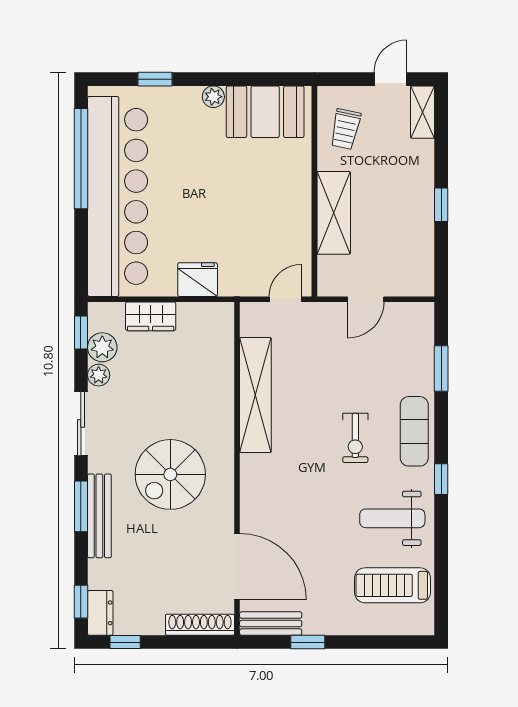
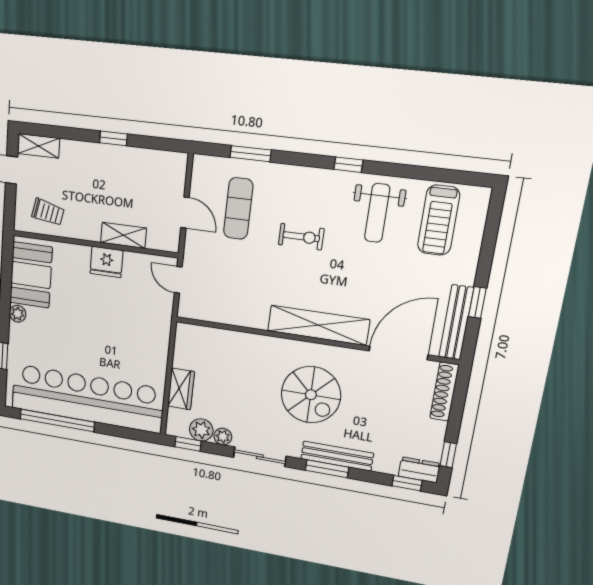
shelving: (334, 213) -> (123, 235), width x0.67, depth x0.75
fridge: (198, 280) -> (106, 262), moved, turned -90
shelving: (255, 395) -> (318, 325), moved
exercise mat: (414, 431) -> (238, 209), moved, turned 90
bench: (271, 624) -> (456, 322), width x1.36

